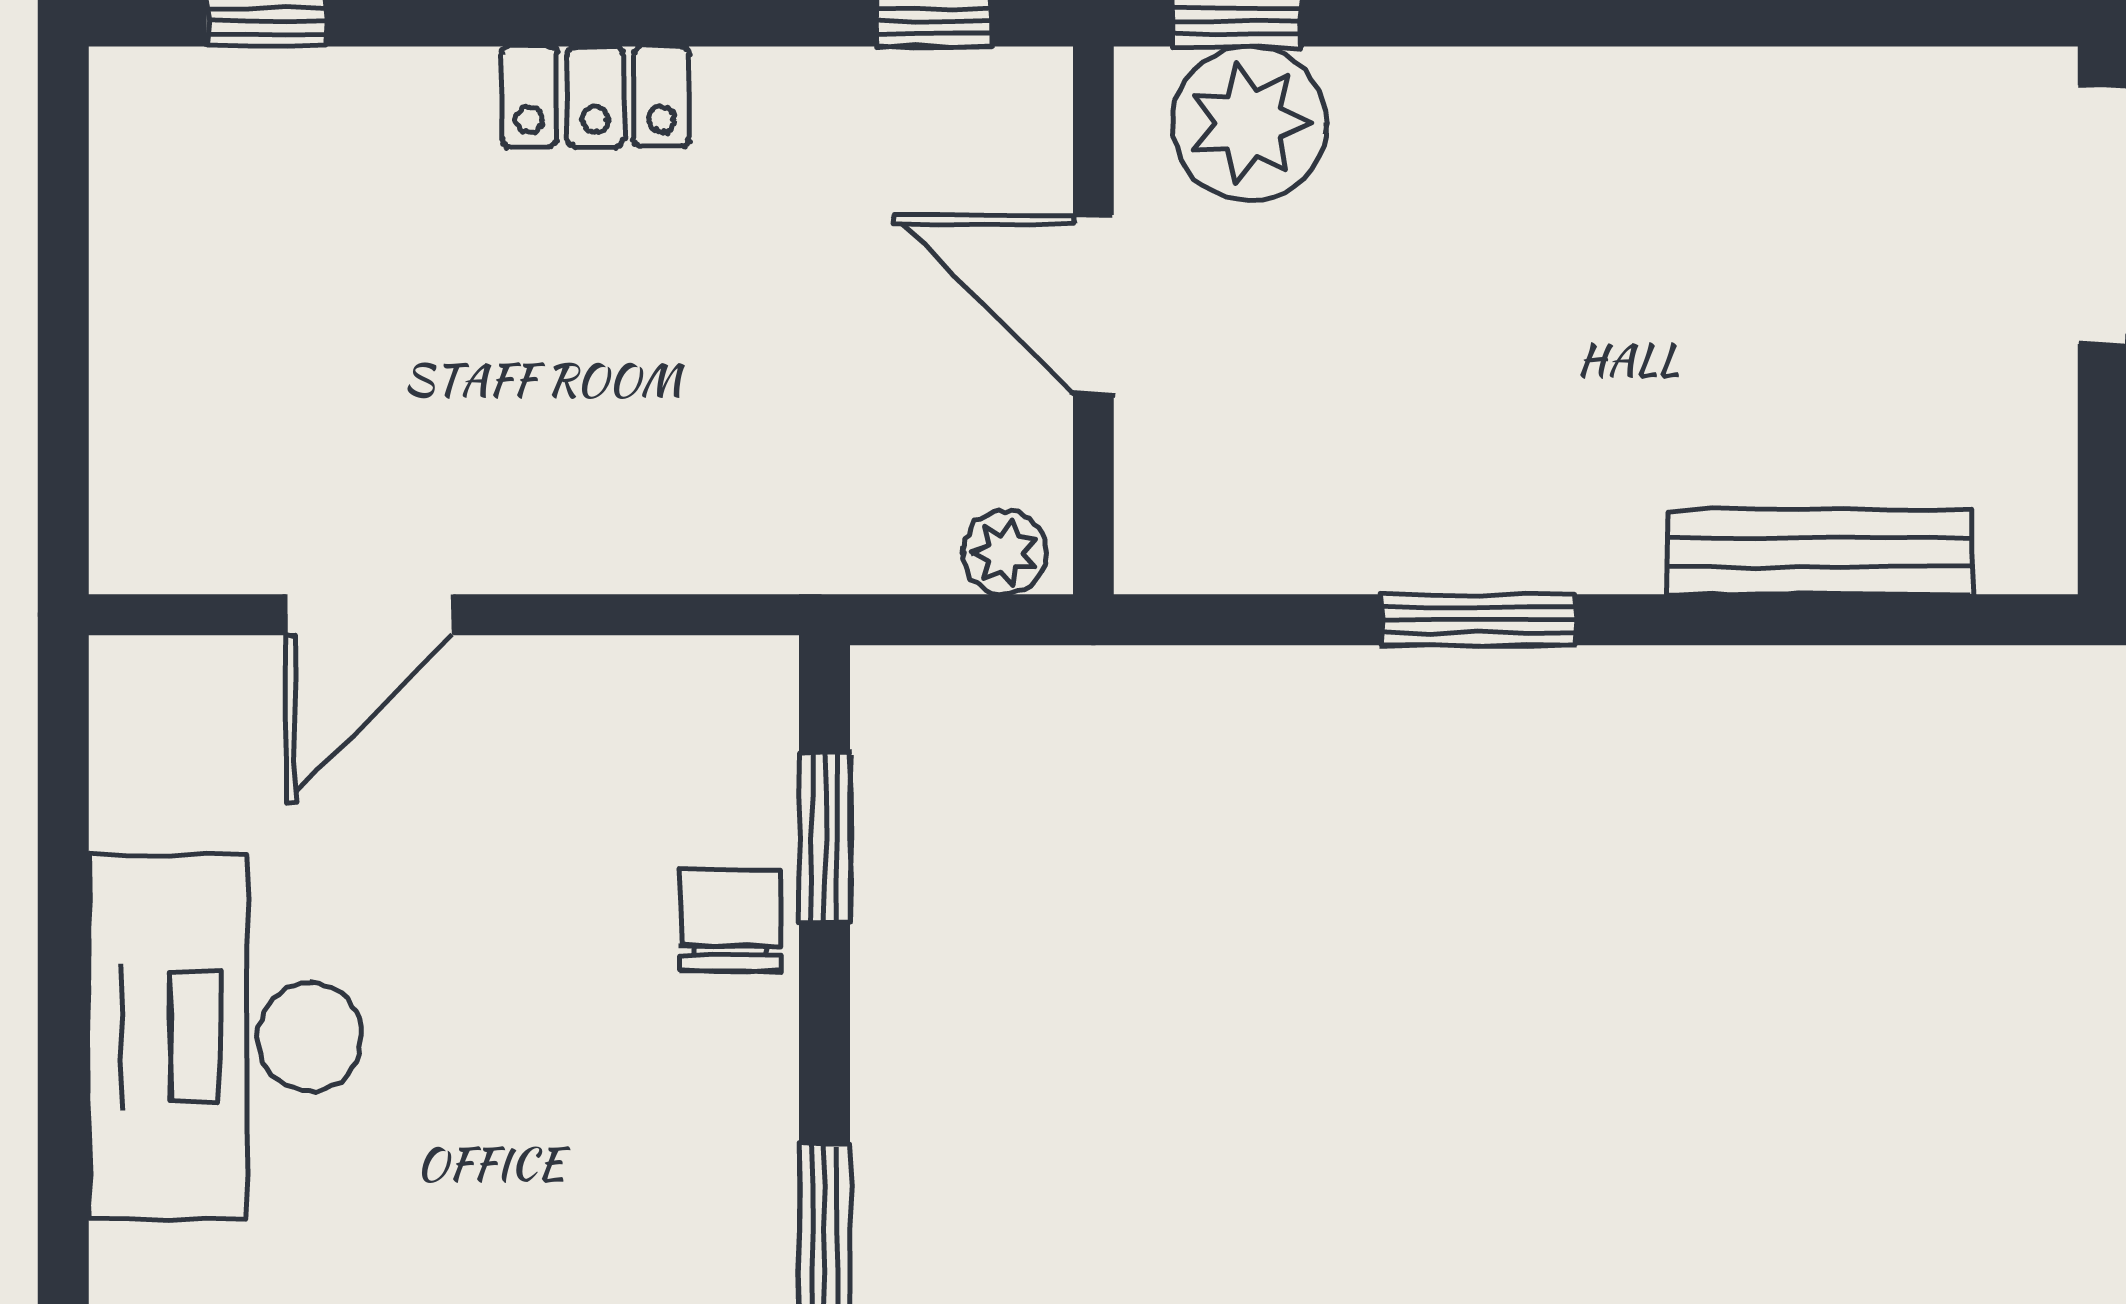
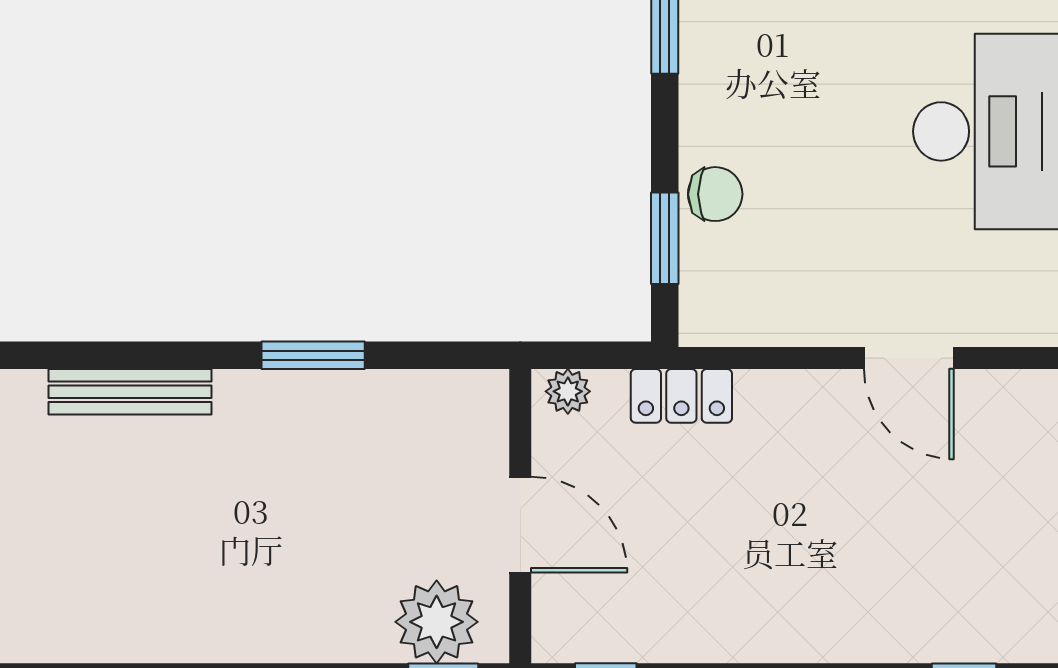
locker: (595, 96) -> (681, 396), moved, turned 180
door: (369, 615) -> (909, 358), swing flipped
chair: (730, 920) -> (715, 194), turned -90

